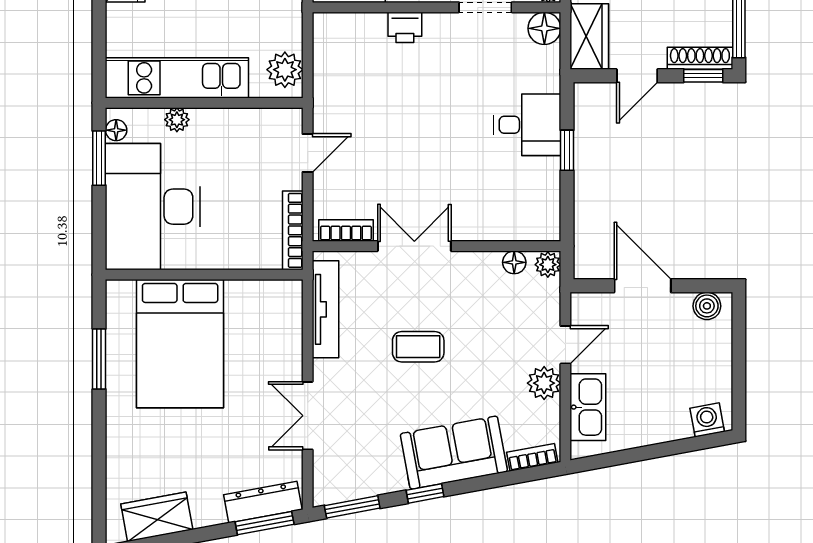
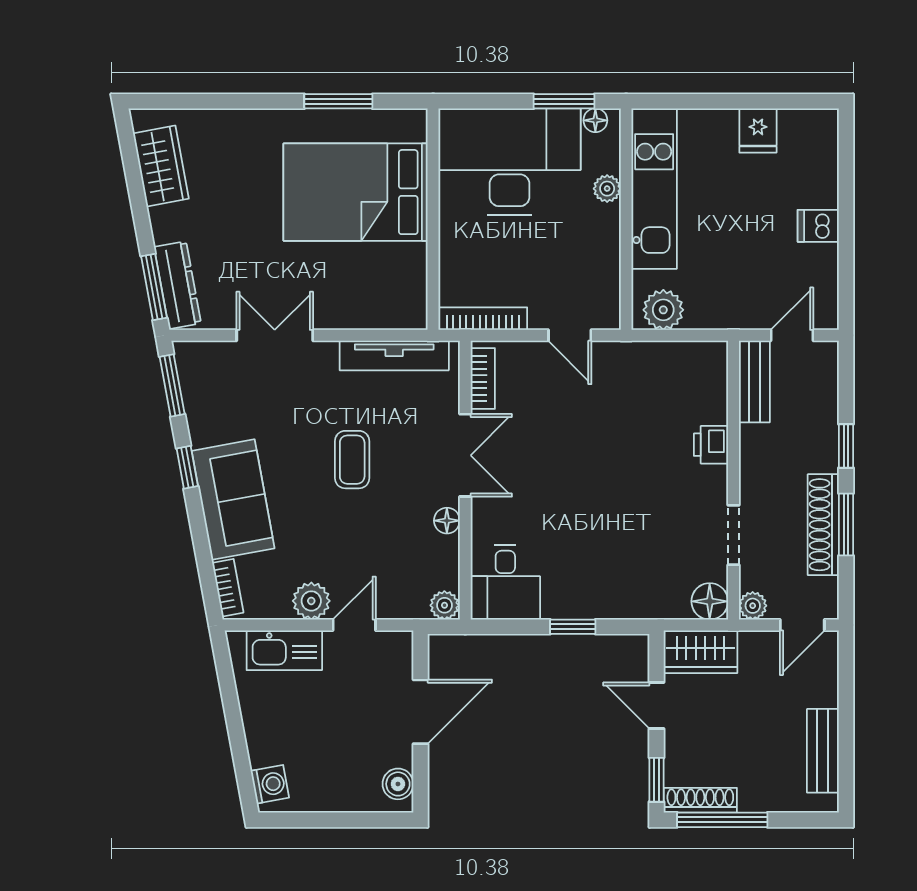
shoe rack: (700, 58) -> (700, 800), moved, turned -90
desk: (527, 125) -> (505, 582), moved
floor lamp: (514, 262) -> (447, 521), moved
door: (565, 345) -> (354, 625), swing flipped

